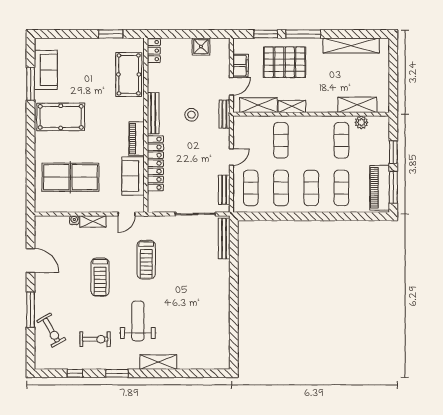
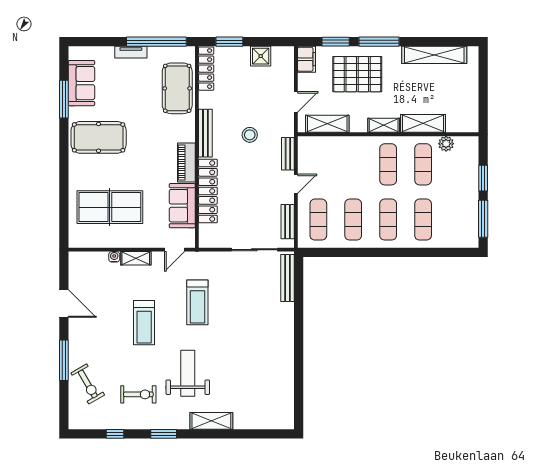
window: (111, 34) -> (156, 42), width x2.11
window: (174, 34) -> (229, 42), added
tv unit: (89, 43) -> (131, 52), added
locker: (154, 51) -> (206, 69), width x1.53
filing cabinet: (241, 66) -> (306, 59), moved
shelving: (357, 105) -> (423, 123), moved
shelving: (292, 106) -> (384, 125), moved
bench: (224, 114) -> (288, 154), moved
exercise mat: (281, 140) -> (388, 164), moved
piano: (380, 188) -> (467, 219), removed

